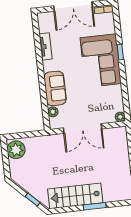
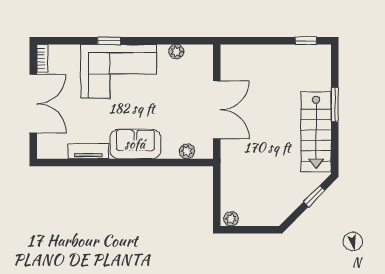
sofa: (55, 88) -> (135, 144), moved
plant: (120, 117) -> (176, 52), moved
plant: (16, 150) -> (231, 219), width x0.53, depth x0.53

